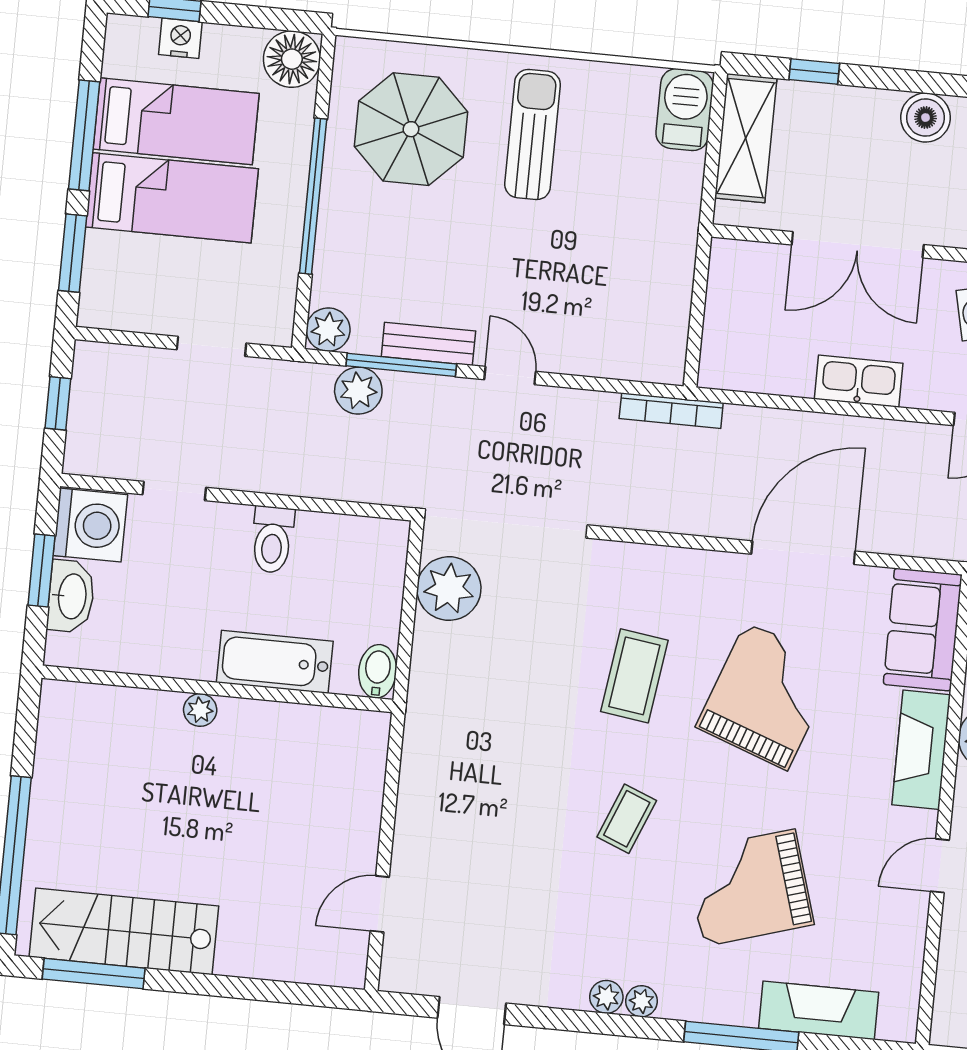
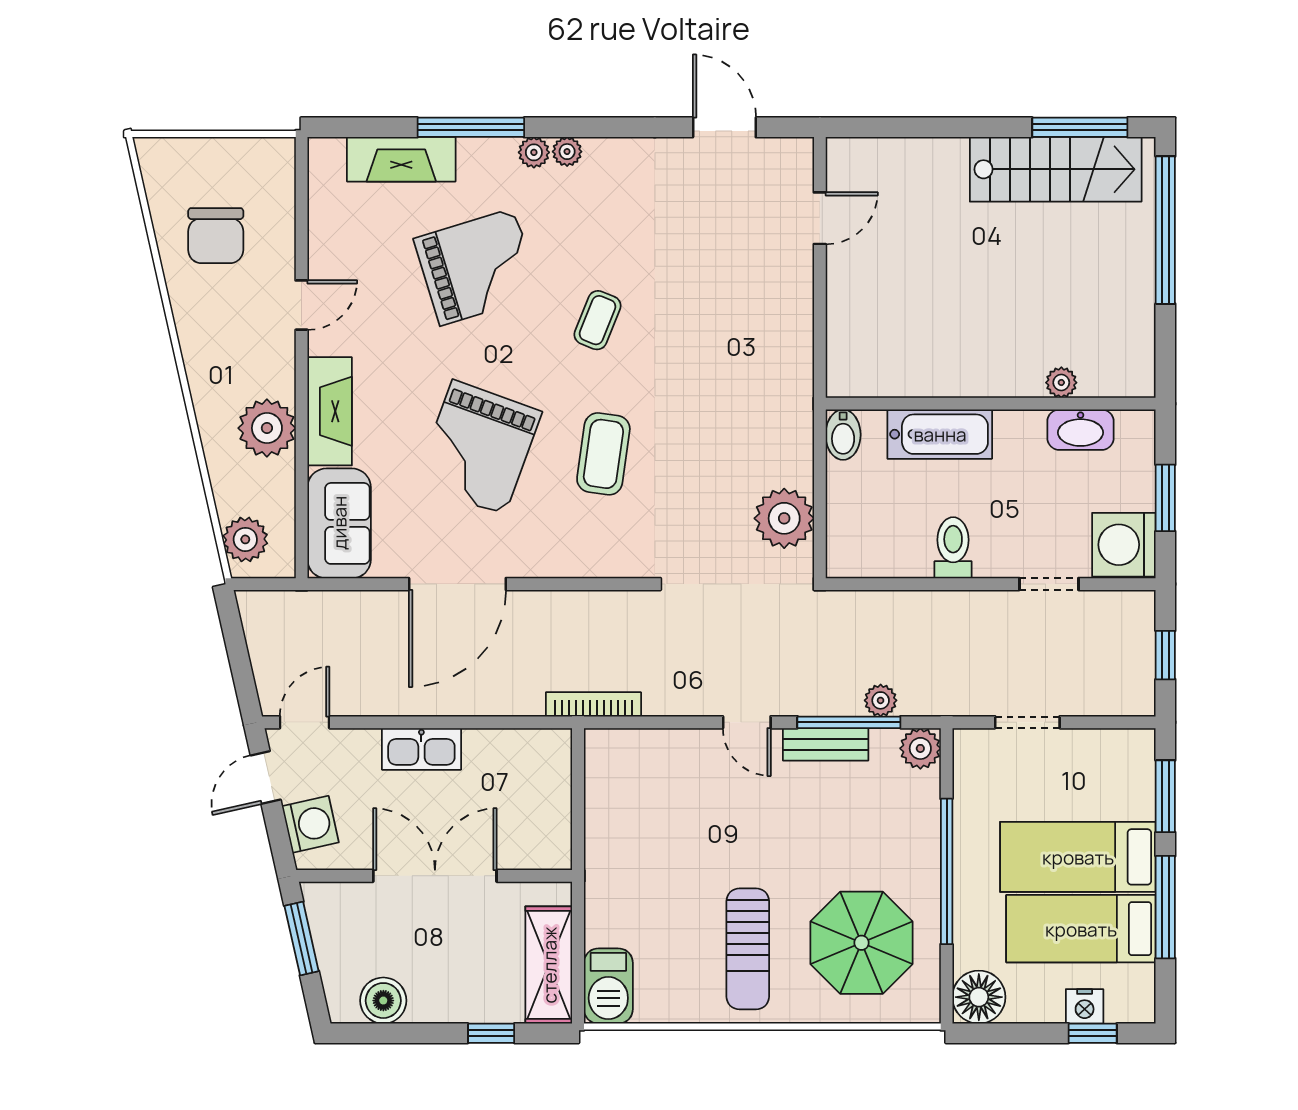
plant: (358, 391) -> (881, 700), width x0.73, depth x0.73
washbasin: (71, 596) -> (1081, 430), moved, turned -90
plant: (200, 710) -> (1061, 383), moved
plant: (606, 997) -> (534, 152), moved

